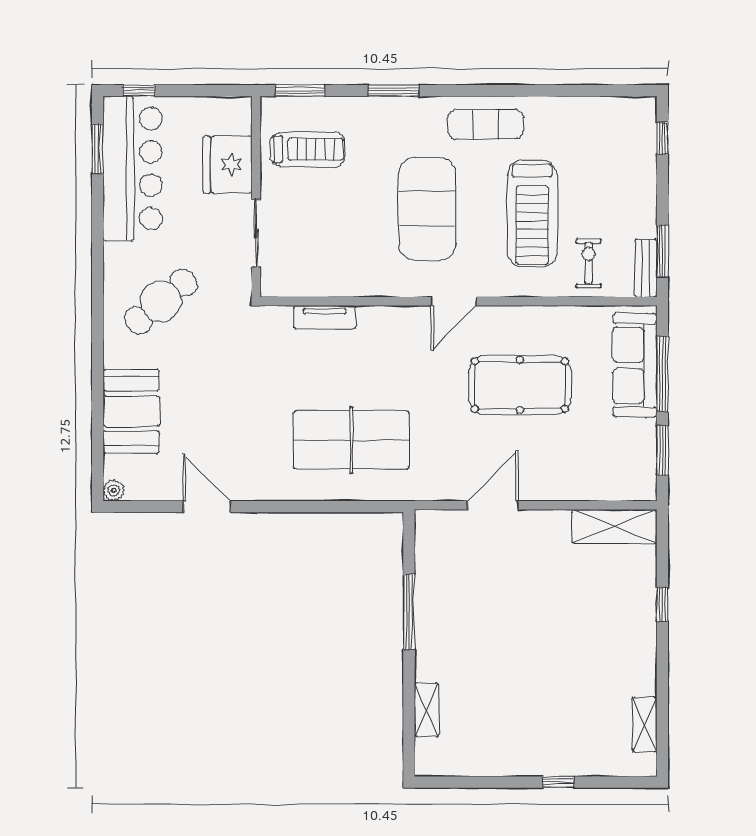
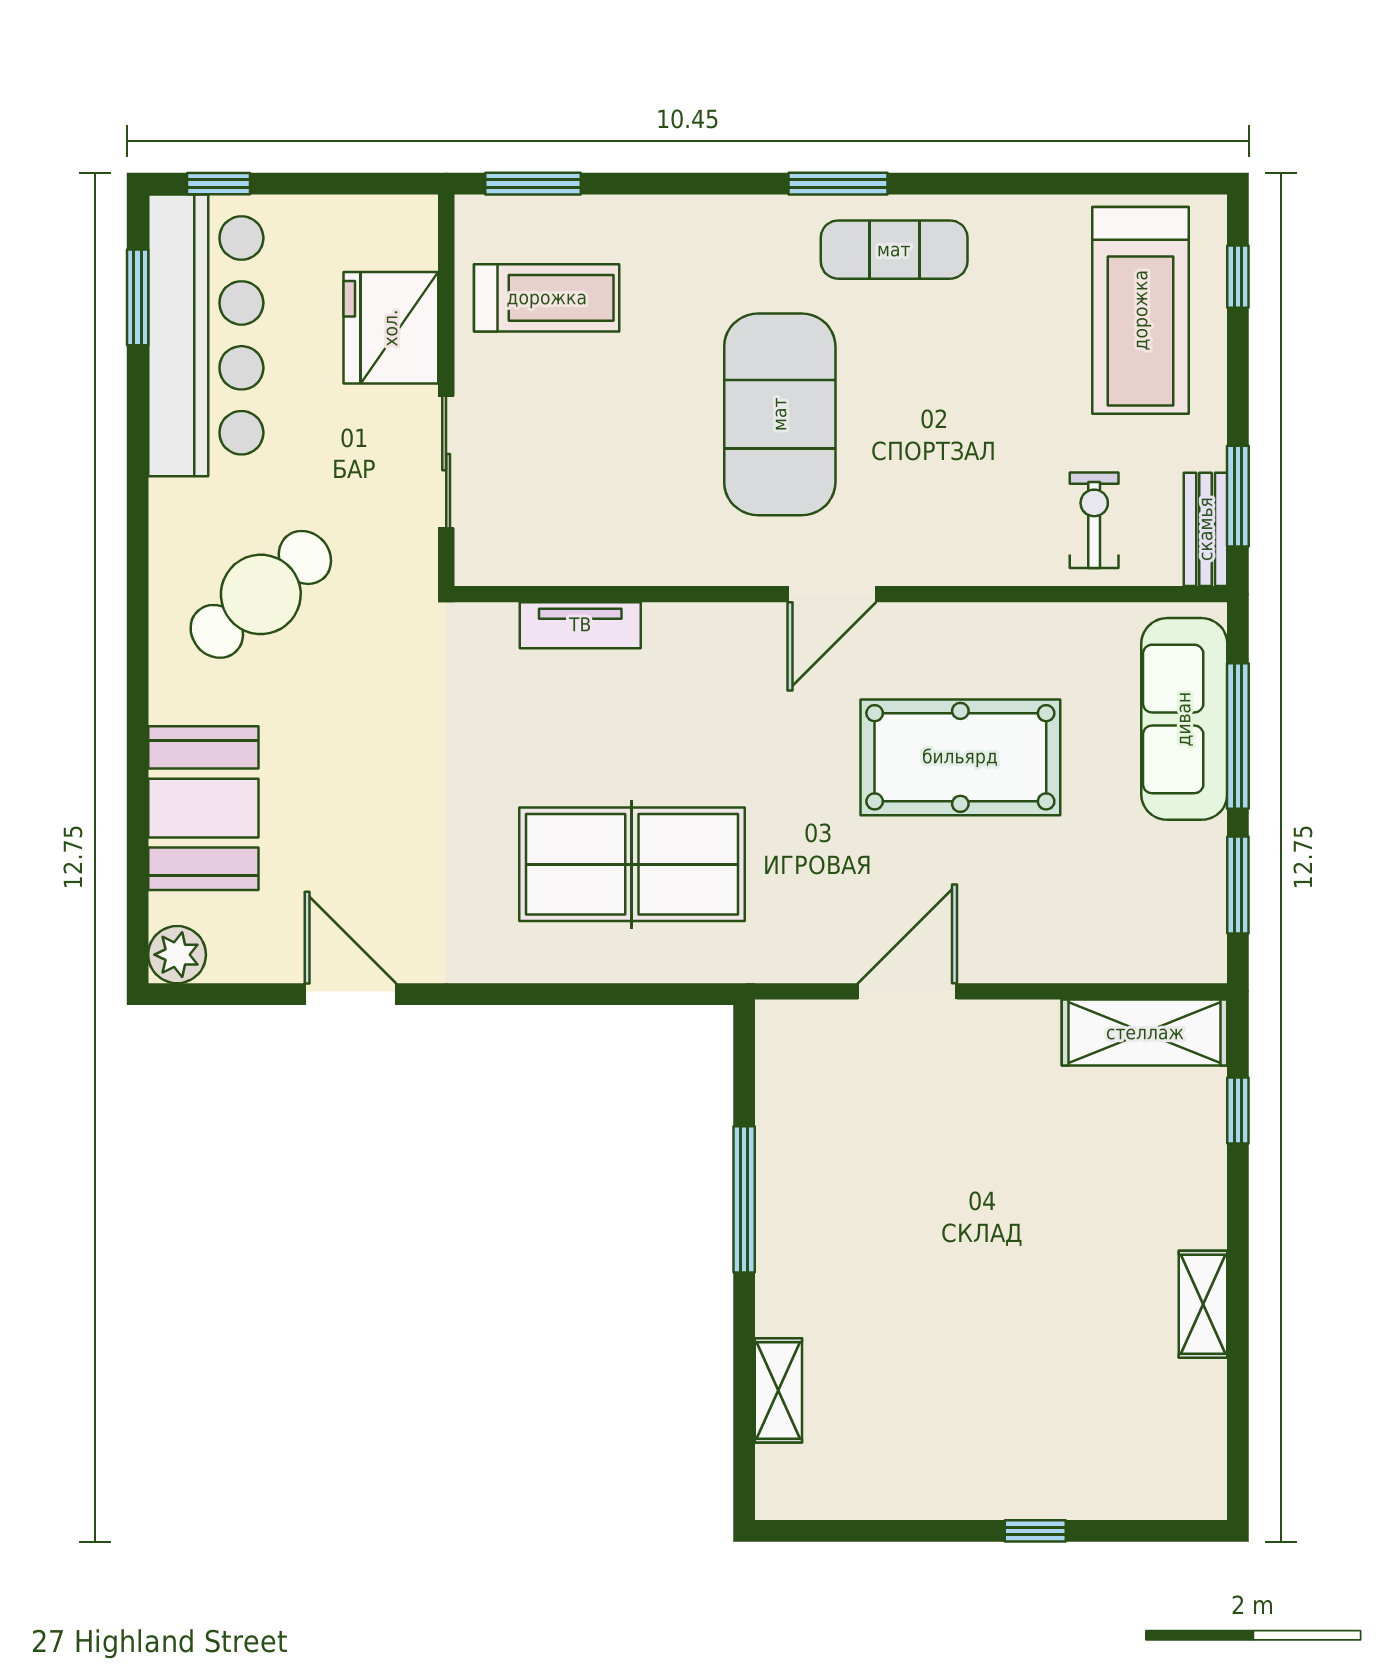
window: (393, 91) -> (838, 184), moved
treadmill: (532, 213) -> (1141, 310), moved
plant: (114, 490) -> (177, 955), width x1.38, depth x1.38
window: (662, 604) -> (1238, 1111), moved
shelving: (644, 725) -> (1203, 1304), moved

